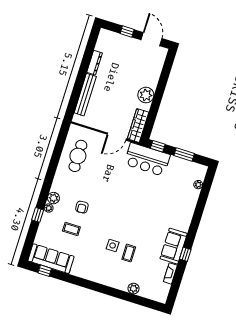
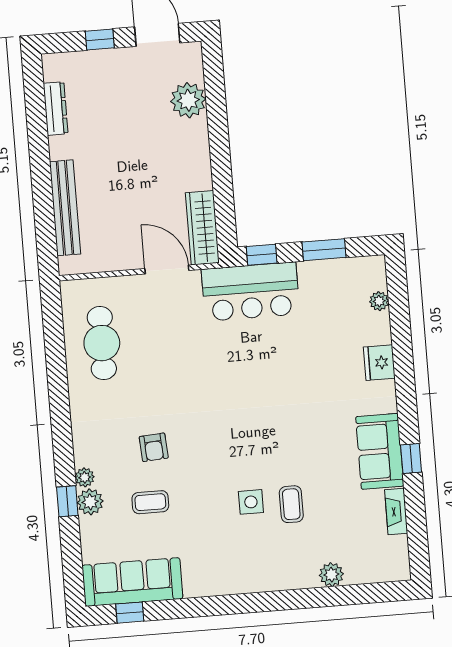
dresser: (95, 63) -> (56, 109), moved
plant: (146, 95) -> (188, 100), moved
door: (117, 137) -> (167, 270), swing flipped
plant: (53, 198) -> (90, 502), moved
fridge: (188, 210) -> (379, 363), added

